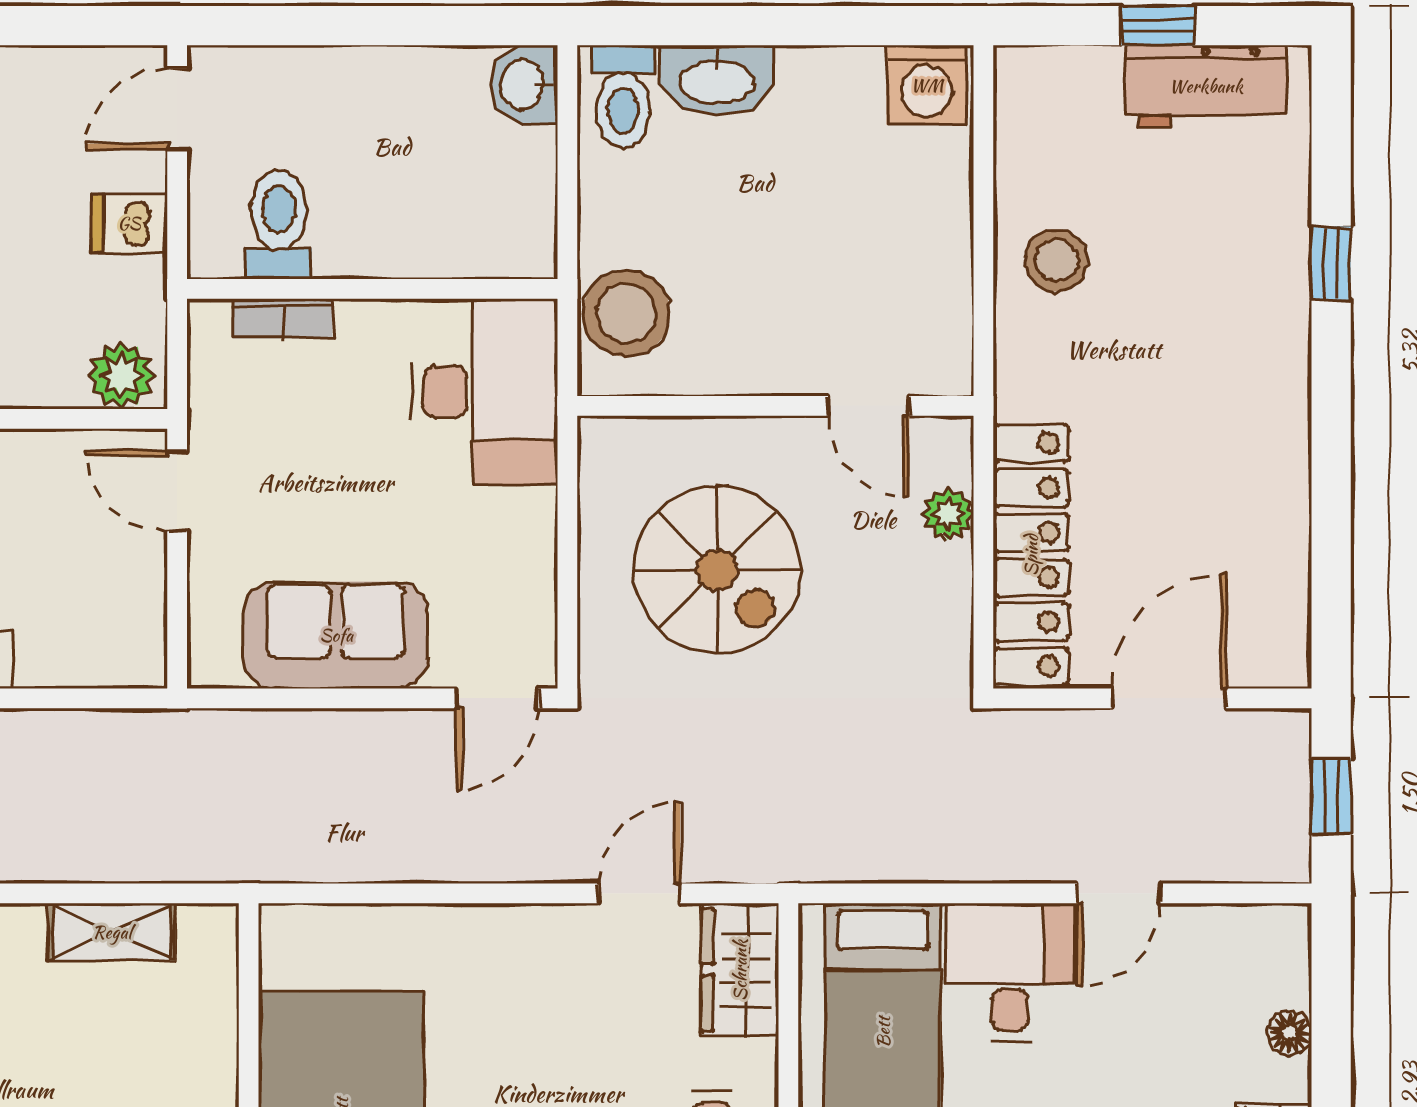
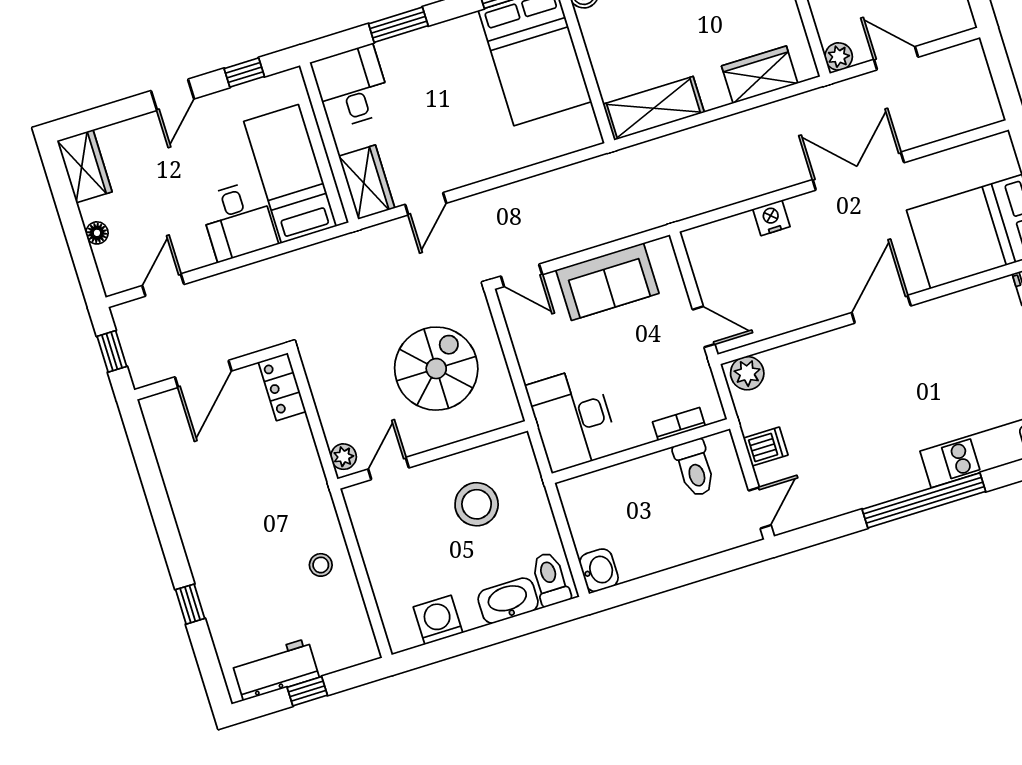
washing machine: (927, 85) -> (438, 620), moved
stool: (1056, 260) -> (321, 565), width x0.73, depth x0.73
stool: (627, 313) -> (477, 504), moved
door: (868, 406) -> (389, 468), hinge flipped
plant: (948, 514) -> (344, 457), moved
locker: (1031, 555) -> (282, 387), width x0.46, depth x0.83
spiral stairs: (717, 570) -> (436, 369), turned 90
door: (497, 698) -> (522, 275), swing flipped
door: (1119, 893) -> (163, 285), moved
shelving: (112, 932) -> (654, 108), width x1.50, depth x1.33

